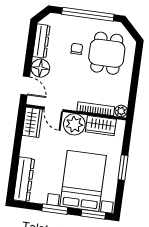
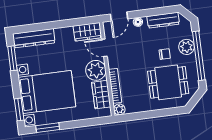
plant: (75, 24) -> (186, 47), added
floor lamp: (40, 68) -> (138, 22), width x0.53, depth x0.53
door: (53, 109) -> (104, 48), hinge flipped
window: (123, 168) -> (48, 128), moved
window: (55, 209) -> (12, 58), moved

